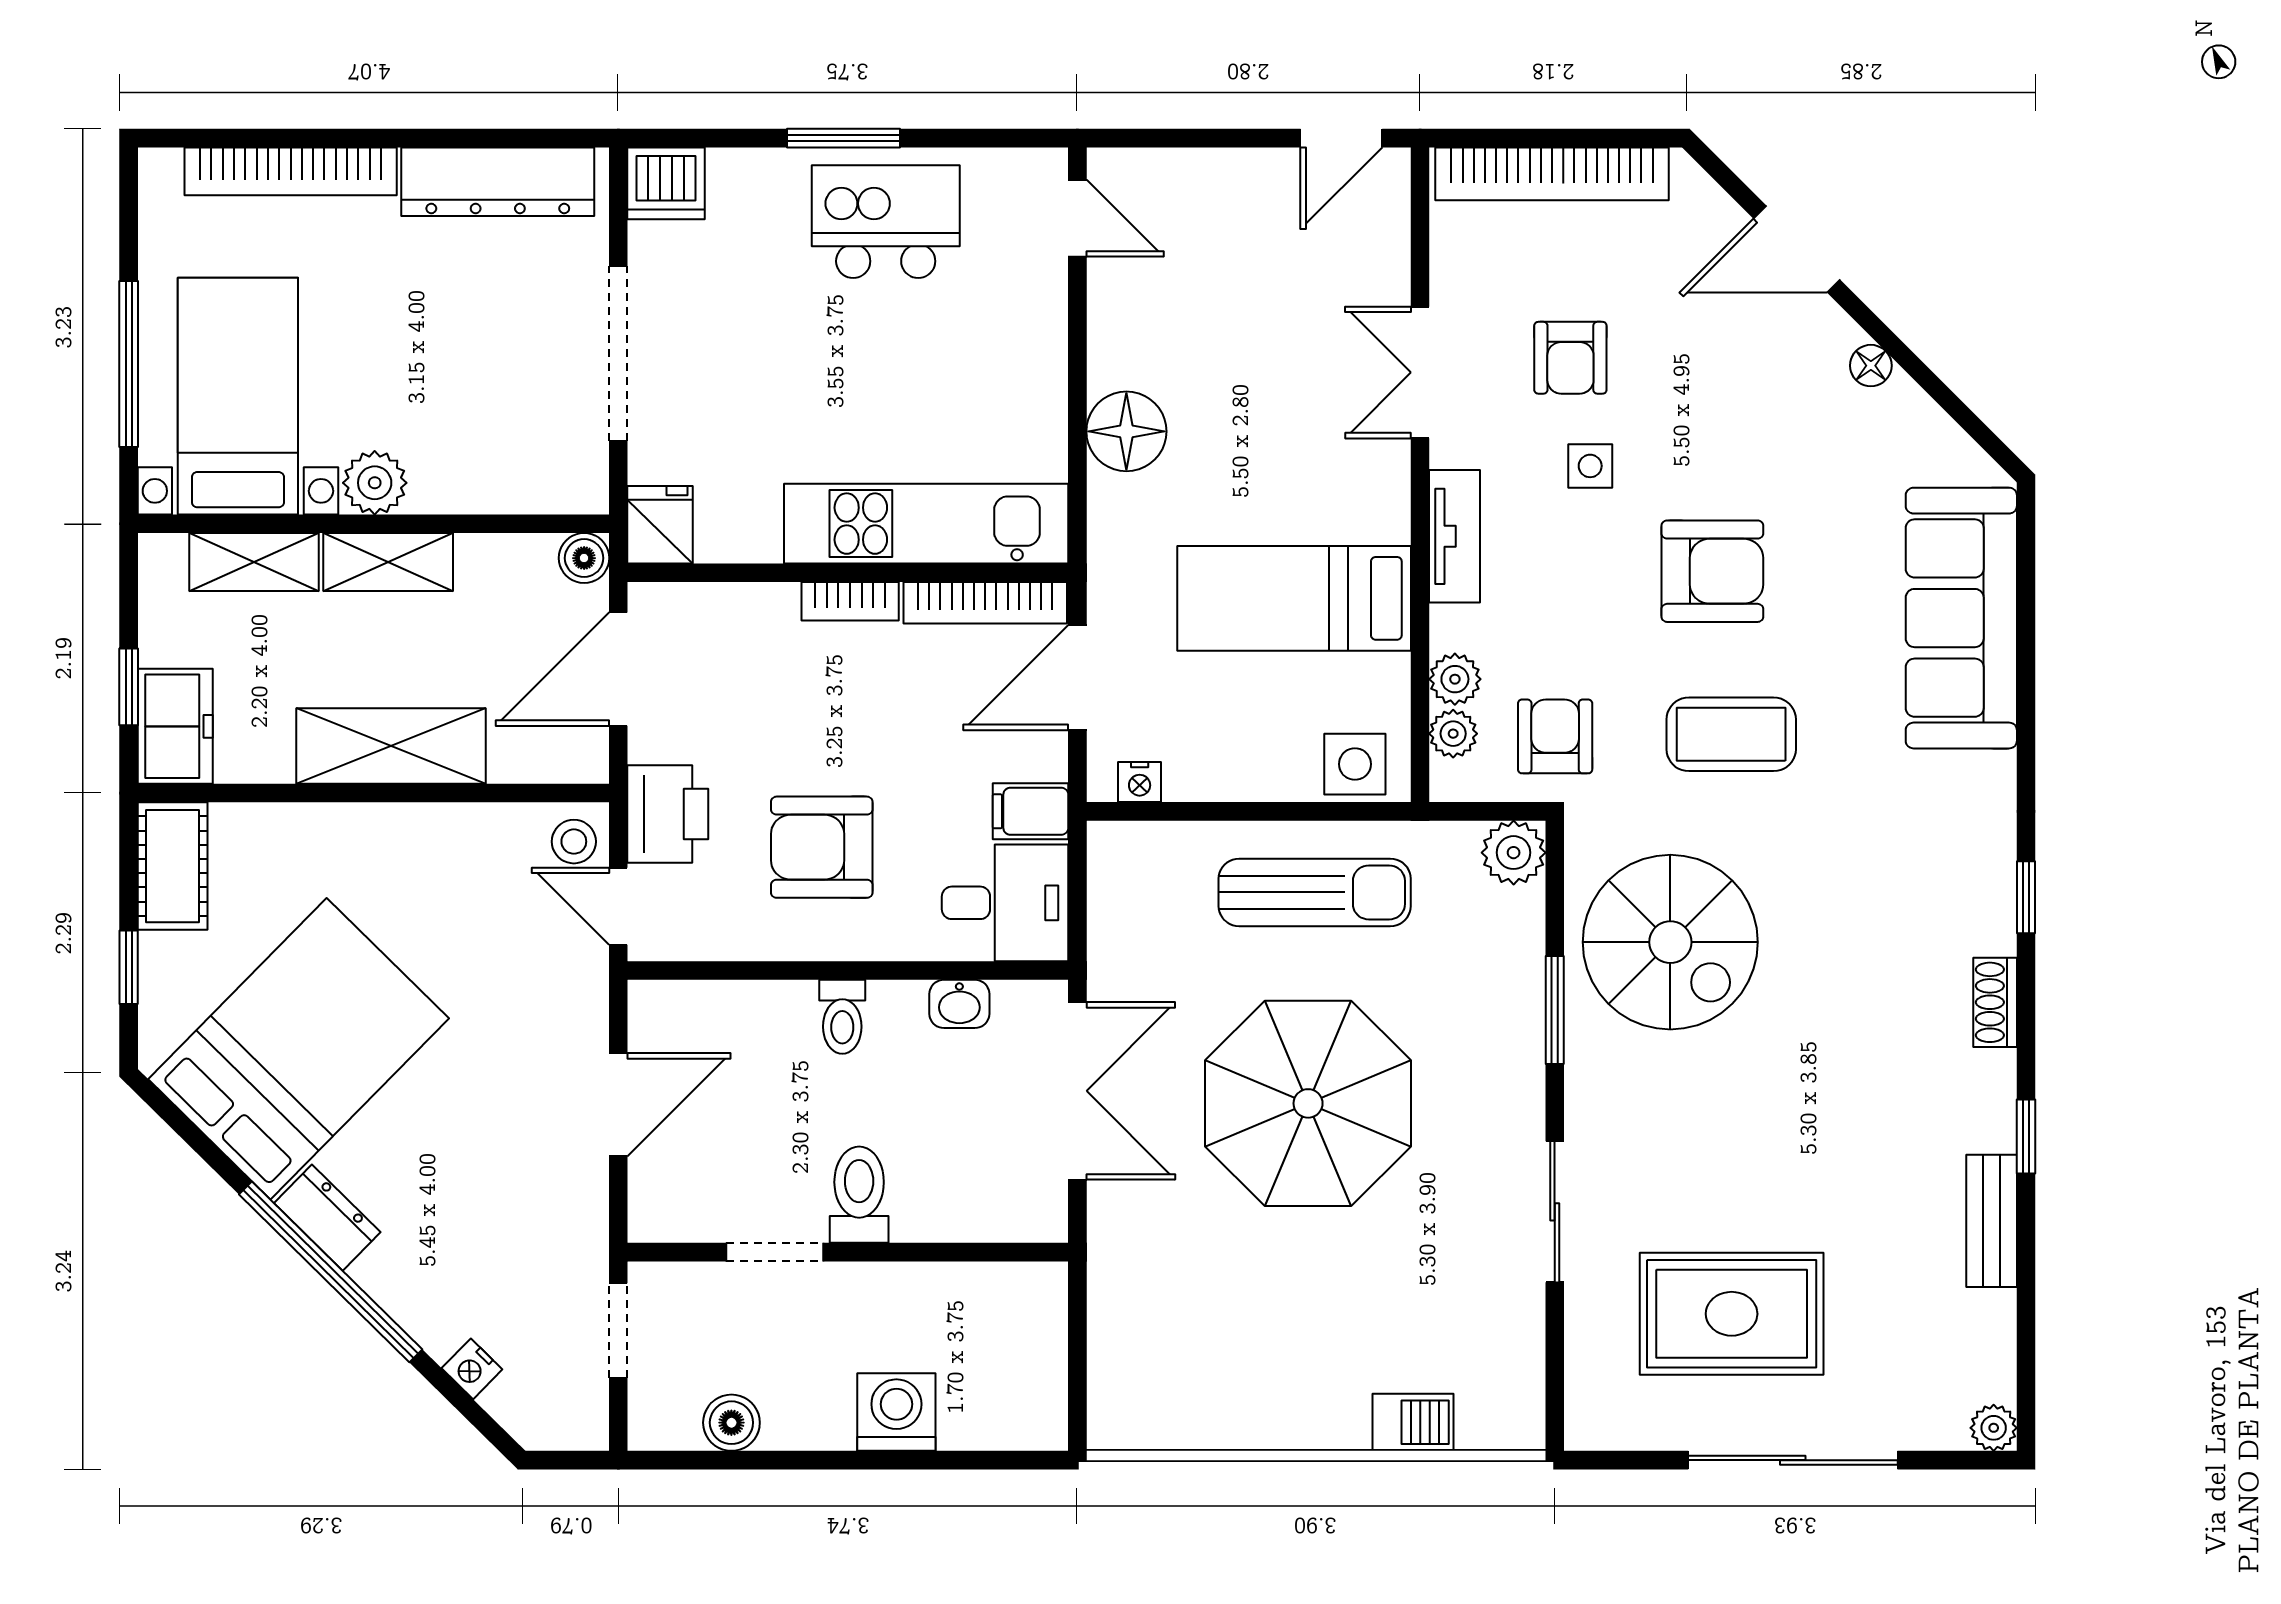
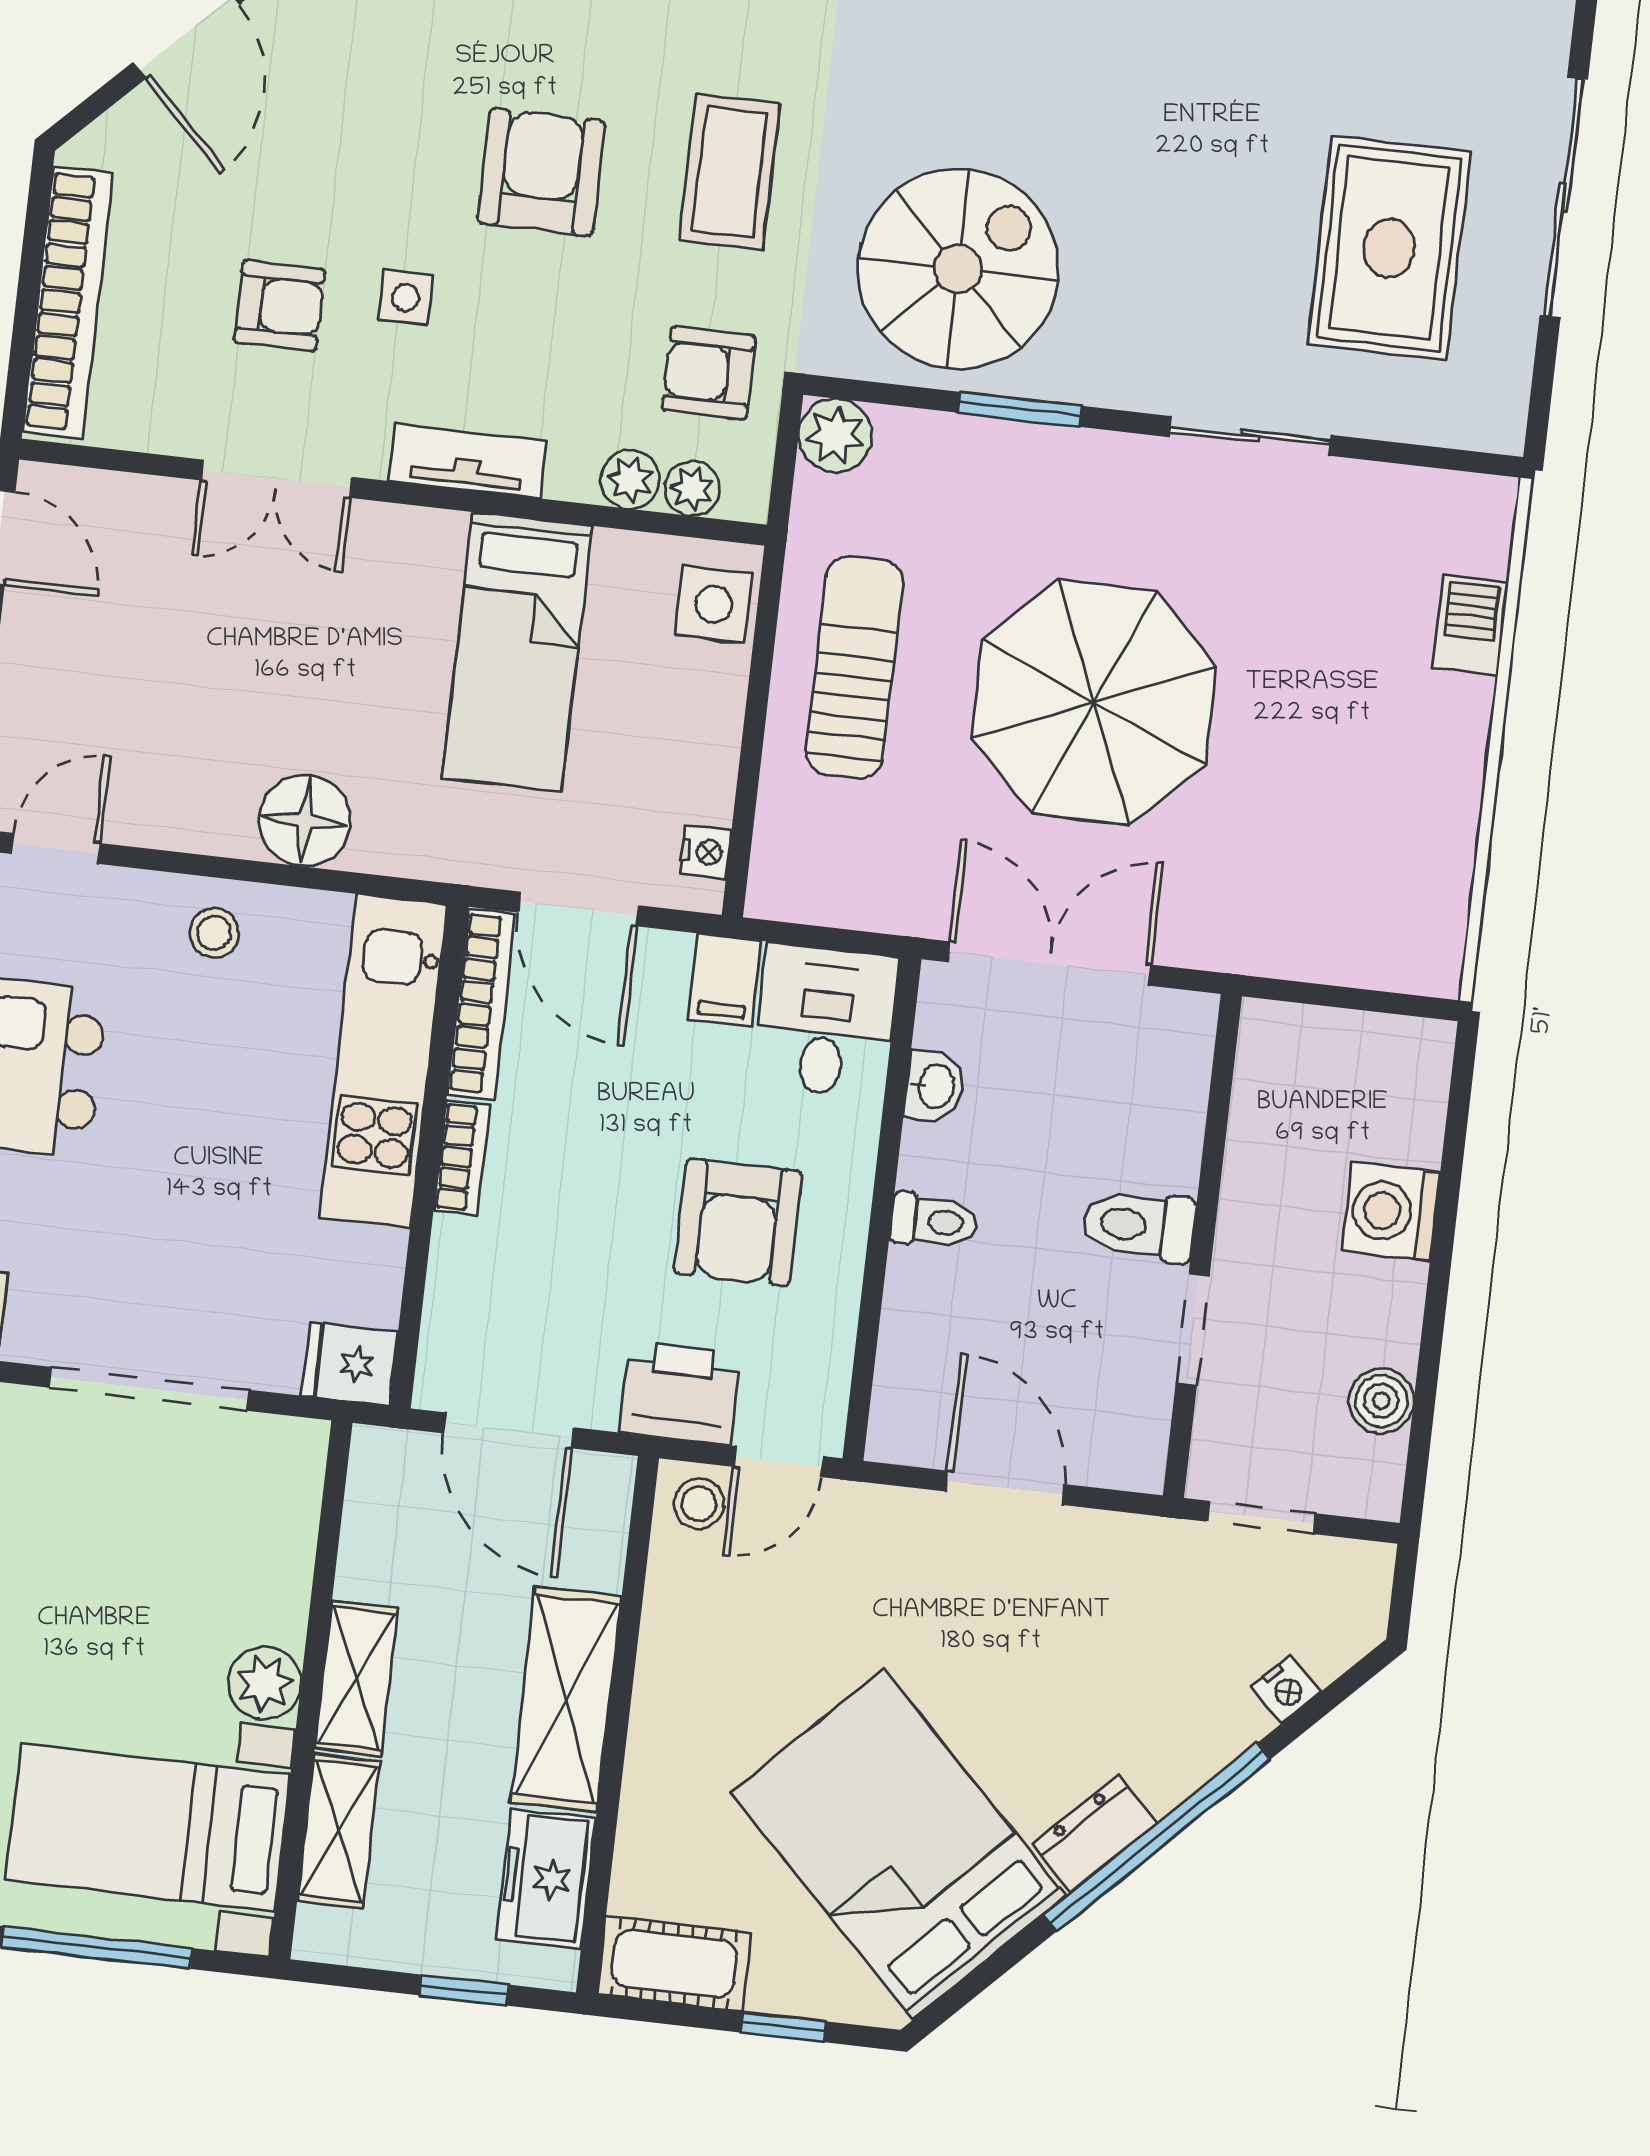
stool: (1020, 364) -> (214, 933), added
boiler: (584, 558) -> (378, 1455), removed
freezer: (175, 726) -> (546, 1878), moved, turned -90

